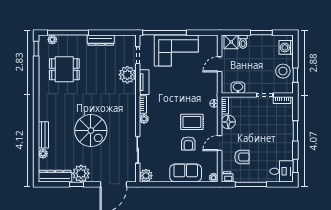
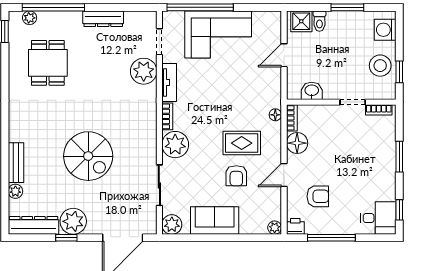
dining table: (64, 69) -> (48, 63), turned 90
plant: (144, 119) -> (175, 145), width x1.88, depth x1.88
sofa: (186, 173) -> (215, 221), moved

